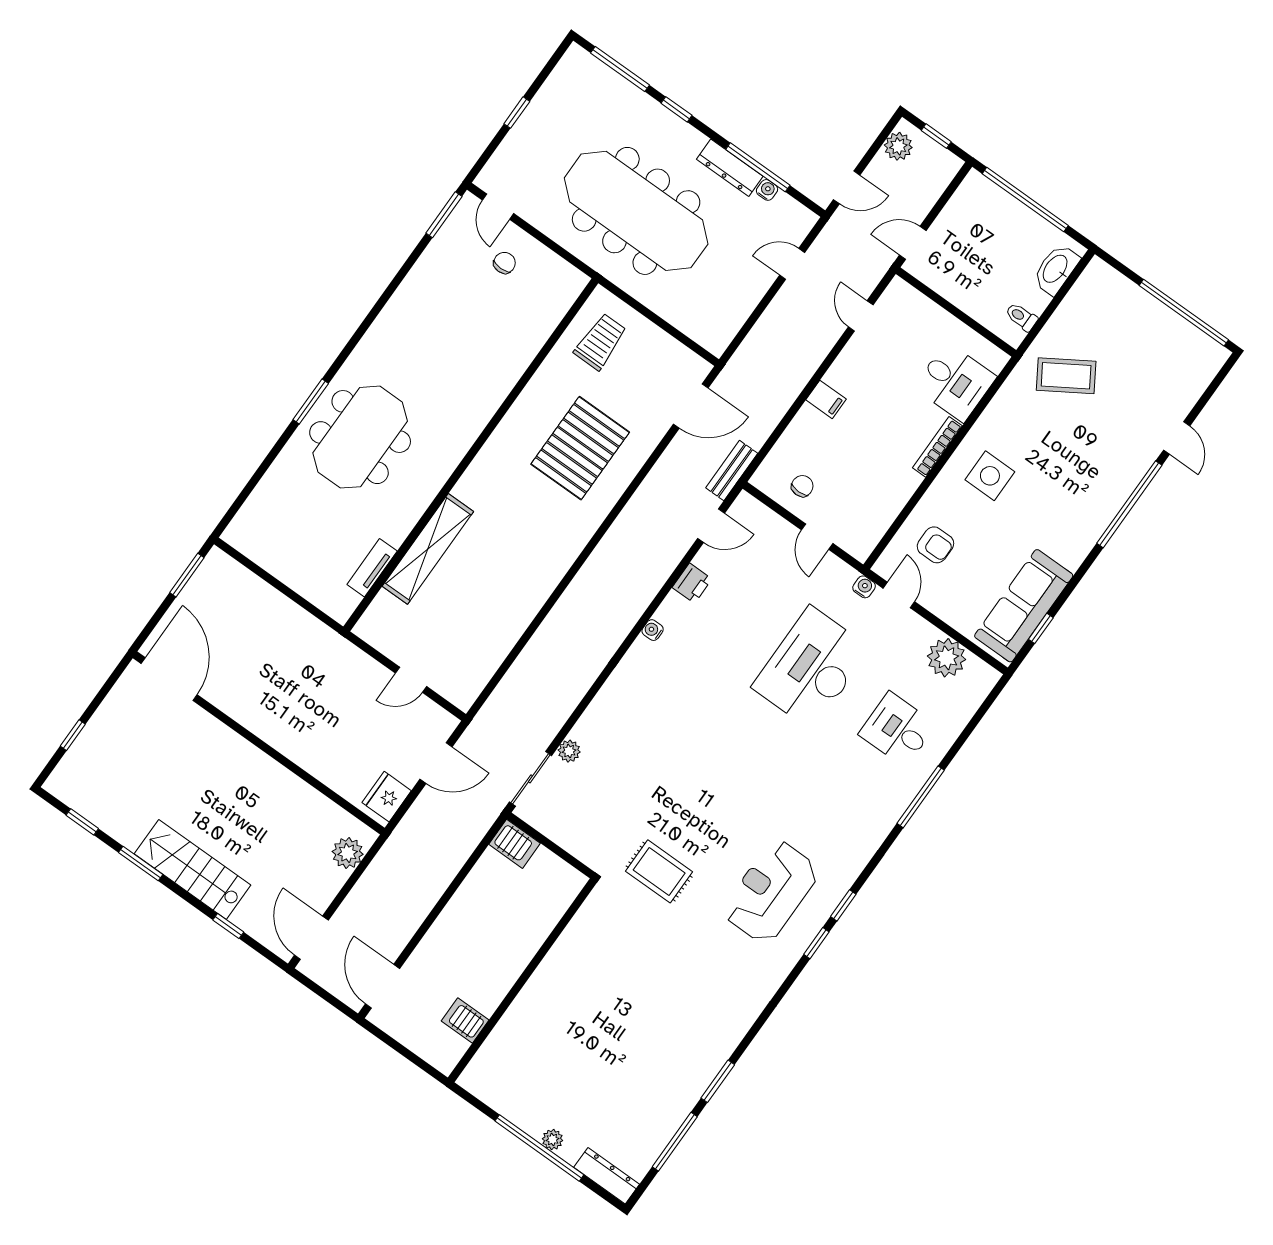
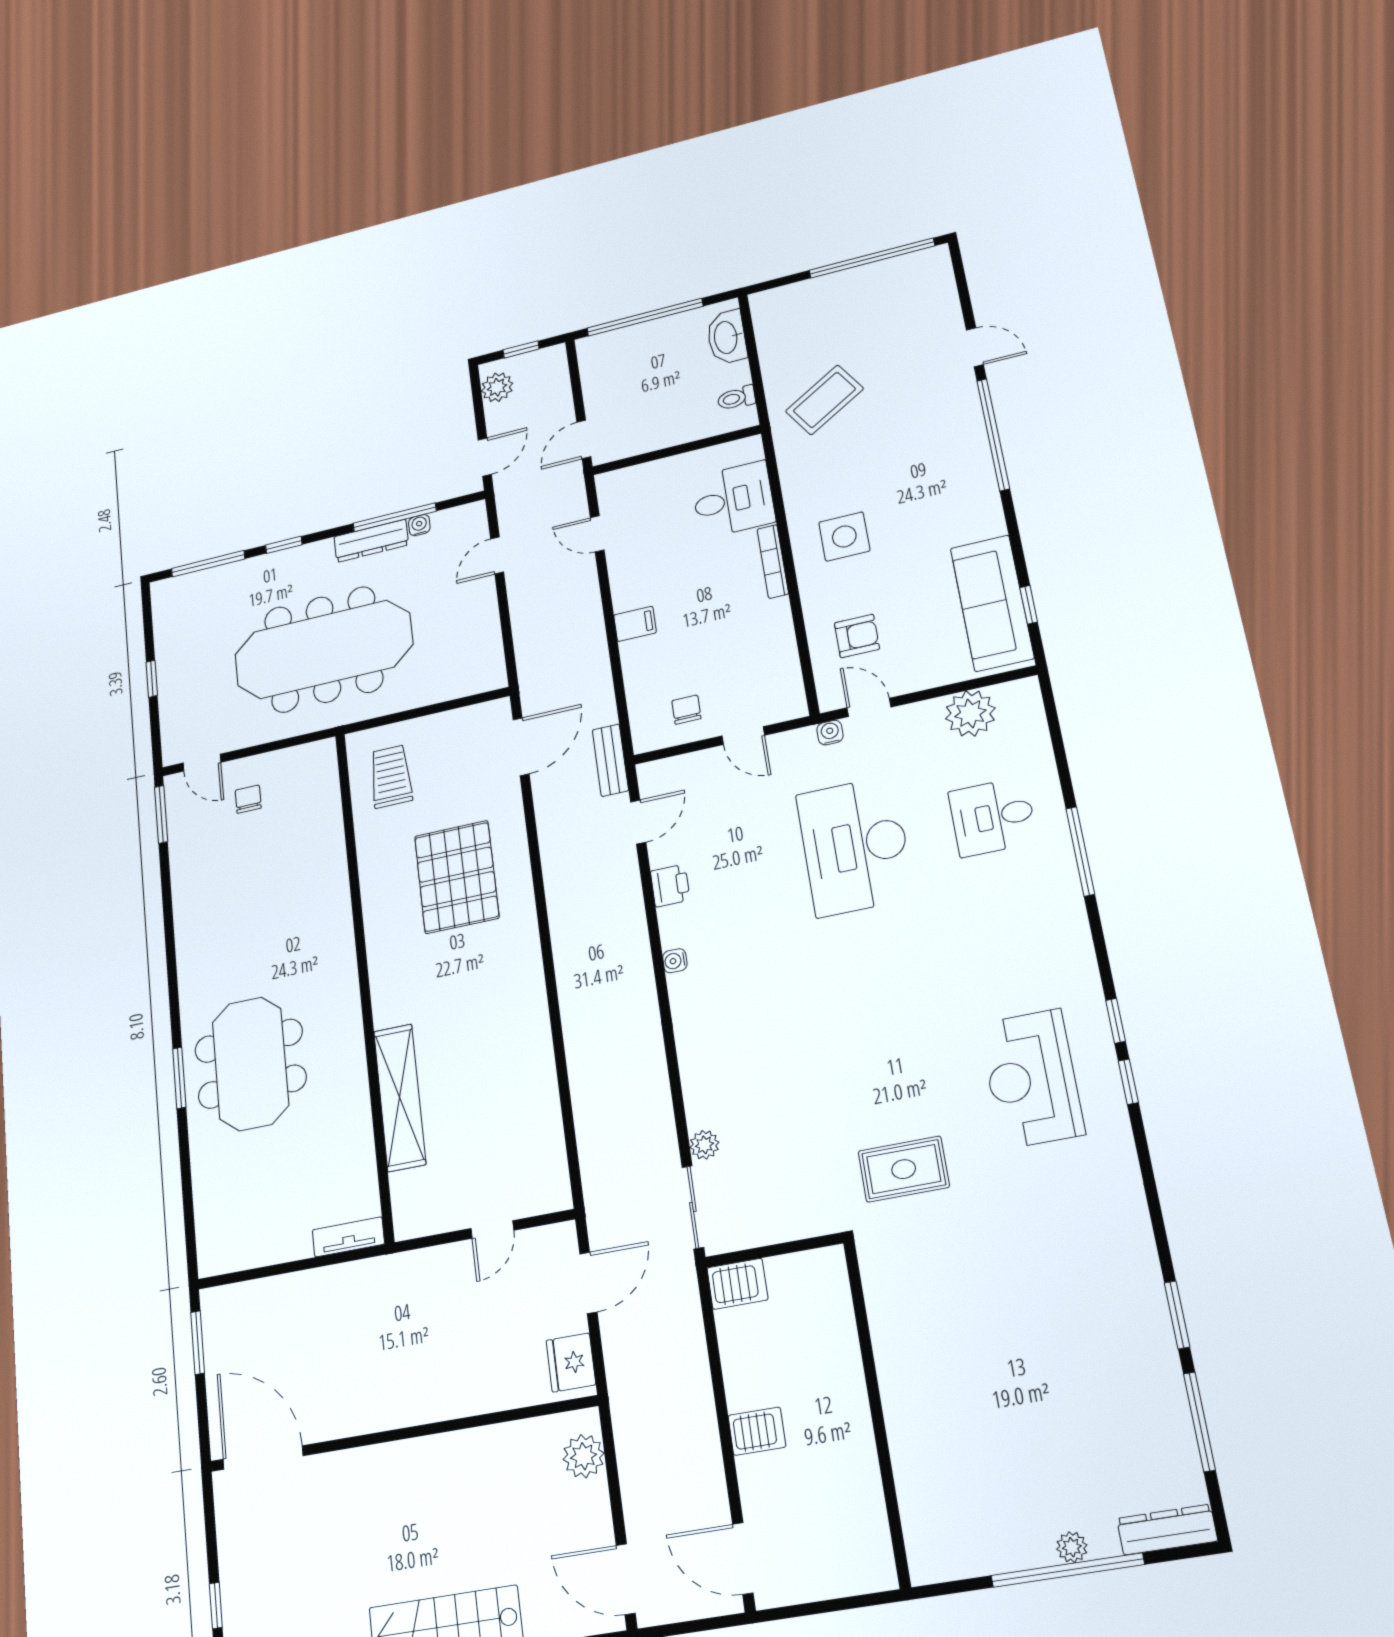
tv unit: (372, 568) -> (348, 1237), moved, turned 90
server rack: (465, 1020) -> (757, 1431), moved, turned 180

